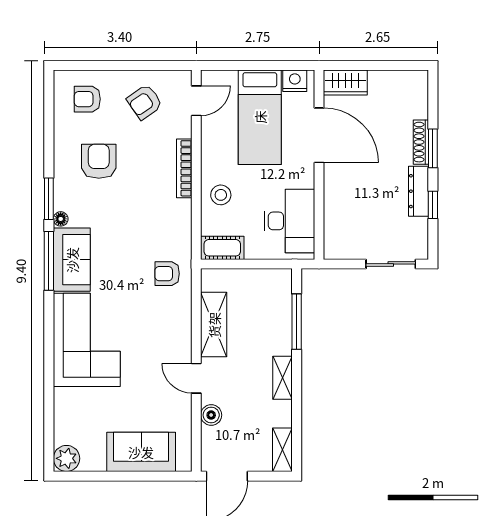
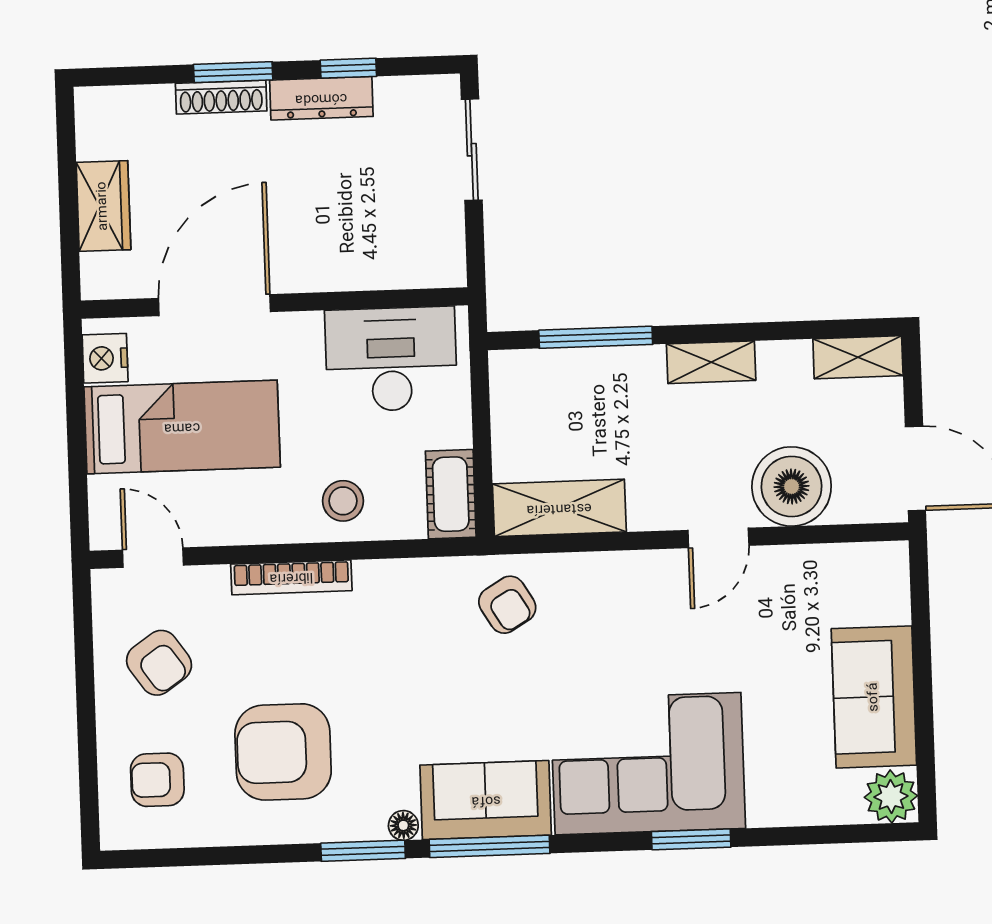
wardrobe: (345, 82) -> (103, 206), moved
armchair: (87, 99) -> (157, 780), turned 90
armchair: (99, 161) -> (283, 752), width x1.36, depth x1.36
armchair: (167, 274) -> (507, 605), turned -31
shelving: (214, 325) -> (559, 508), moved
window: (49, 360) -> (691, 839), added
boiler: (211, 415) -> (792, 486), width x1.86, depth x1.86
sofa: (141, 452) -> (874, 697), moved

